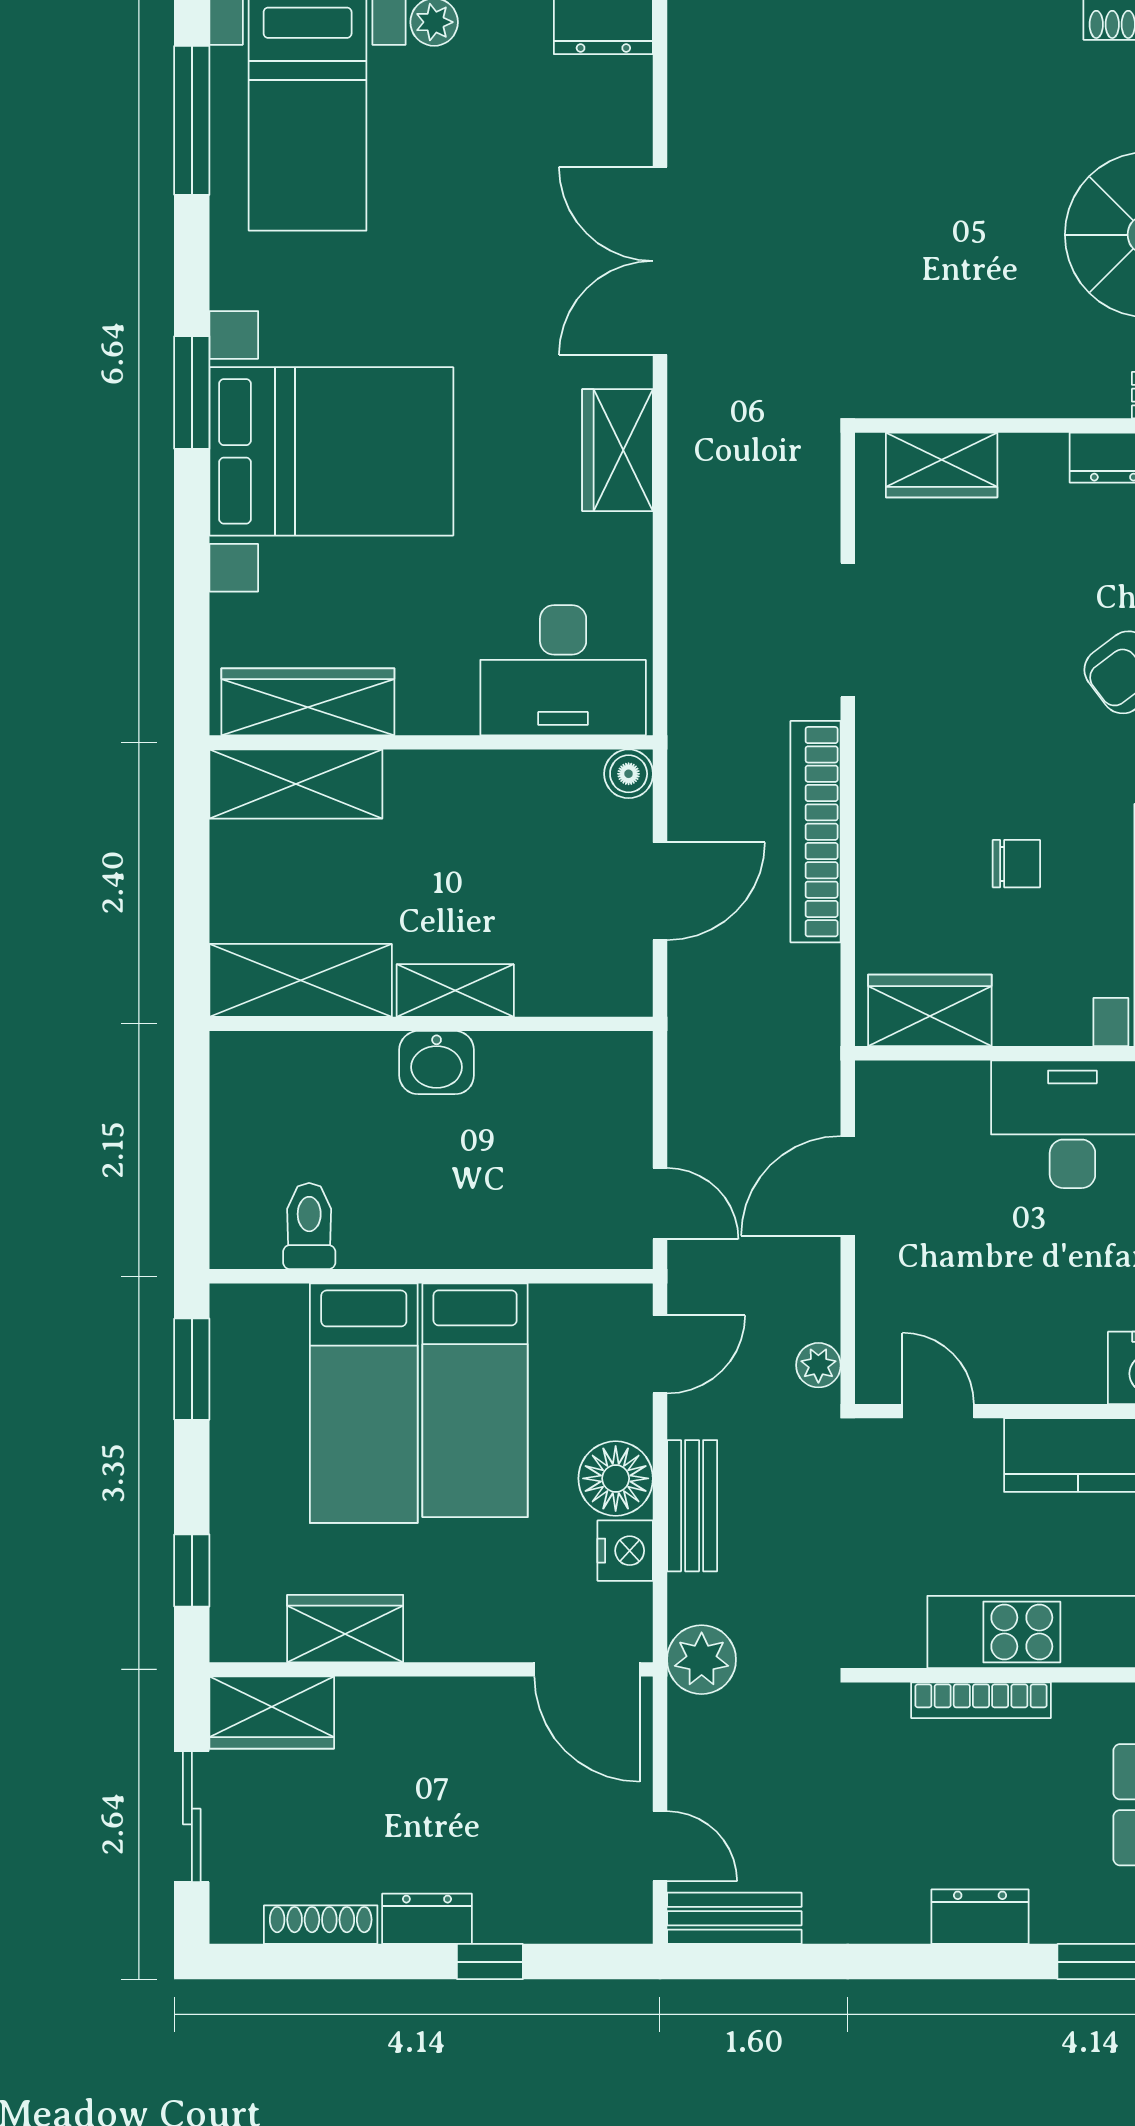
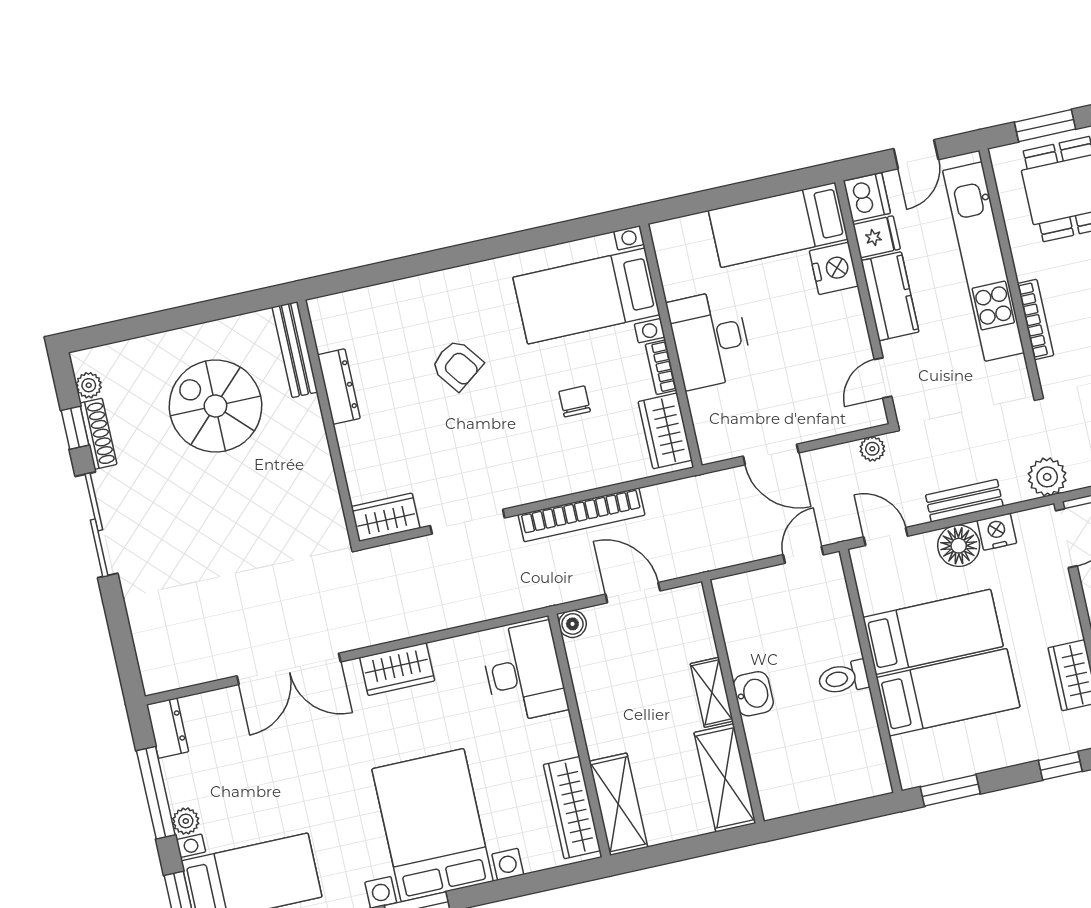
wardrobe: (942, 465) -> (385, 517), moved, turned -90
bookcase: (1043, 1028) -> (661, 367), added
toilet: (309, 1226) -> (843, 678), moved

